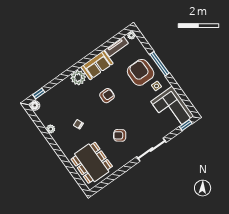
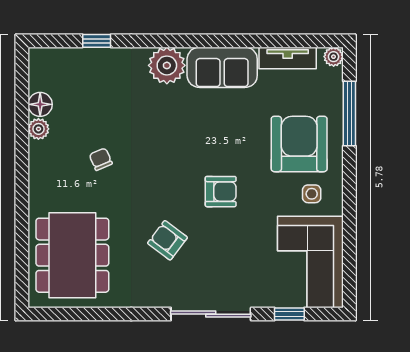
window: (160, 64) -> (349, 113), moved
window: (39, 93) -> (97, 41), moved
armchair: (107, 96) -> (221, 192), moved
floor lamp: (35, 105) -> (40, 104), moved
window: (186, 125) -> (289, 314), moved

